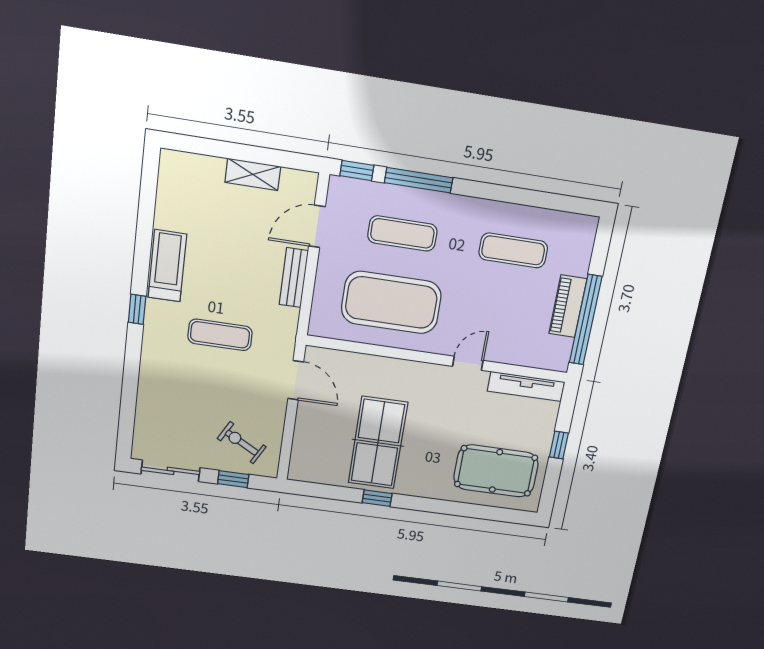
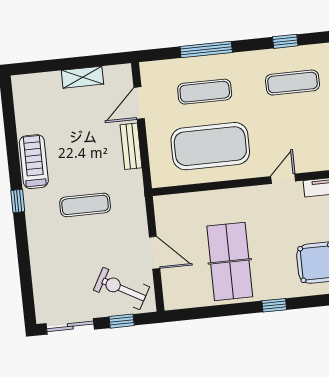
window: (357, 170) -> (285, 41), moved
door: (296, 380) -> (155, 253), moved
exercise bike: (242, 443) -> (121, 288), width x1.38, depth x1.39
window: (377, 498) -> (274, 305), moved

